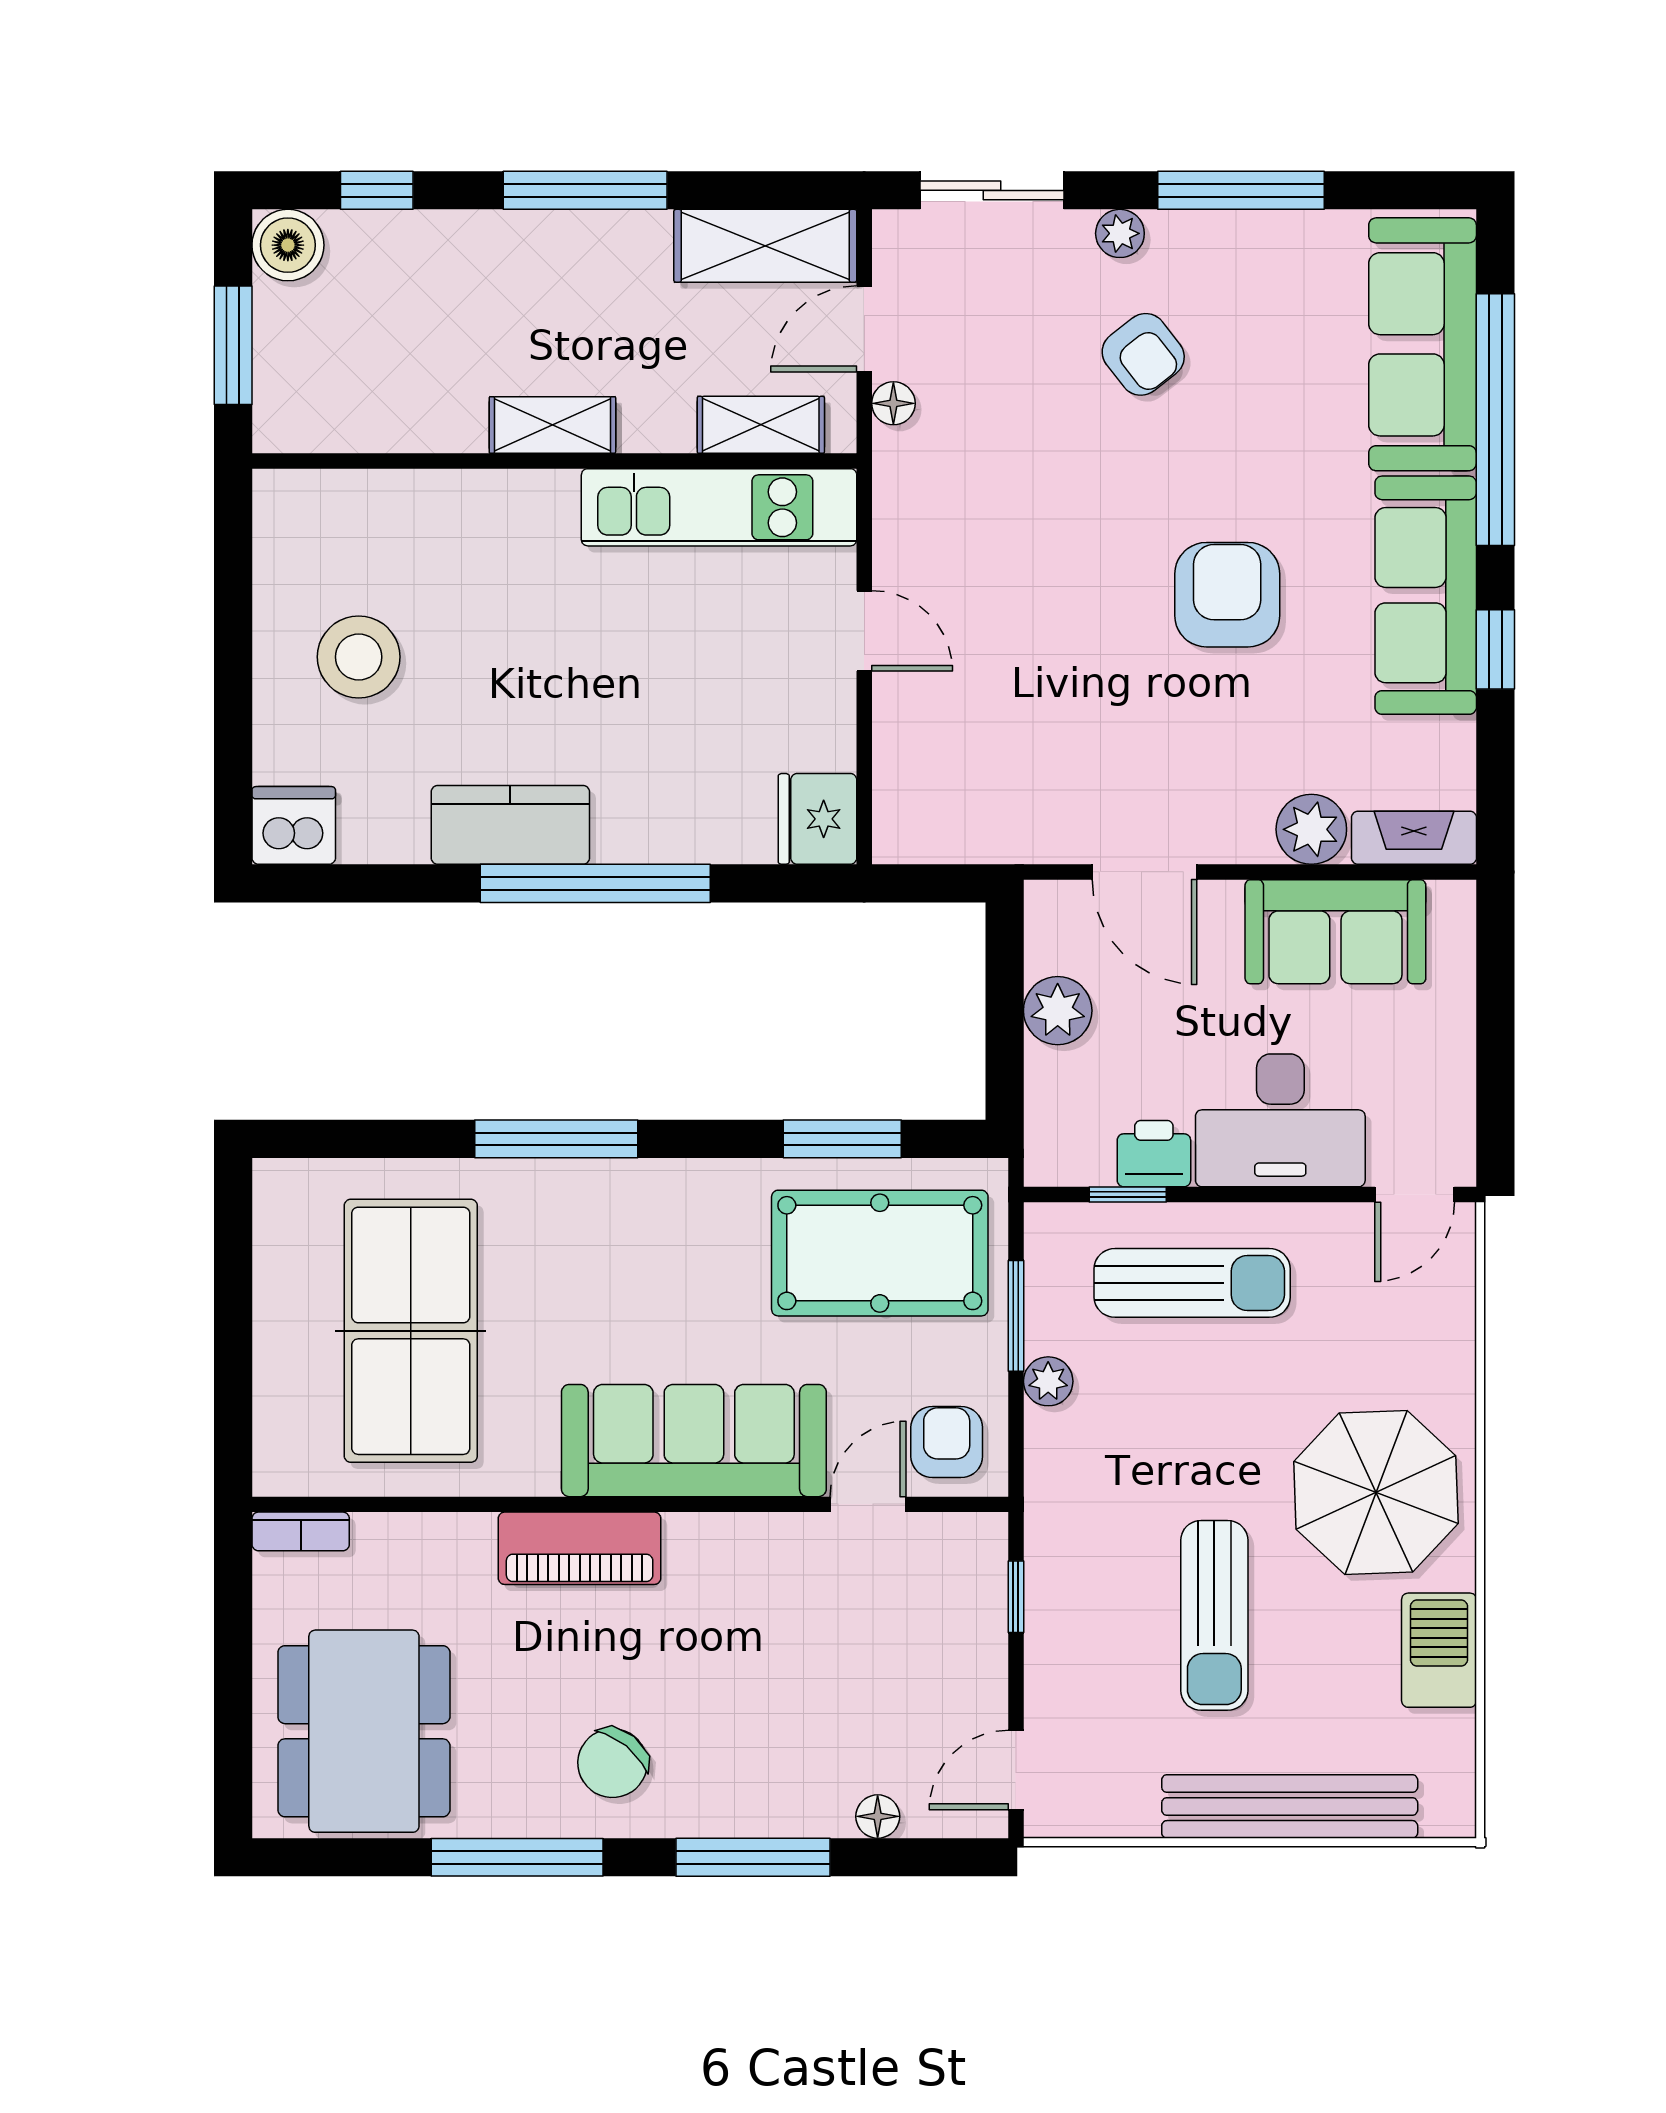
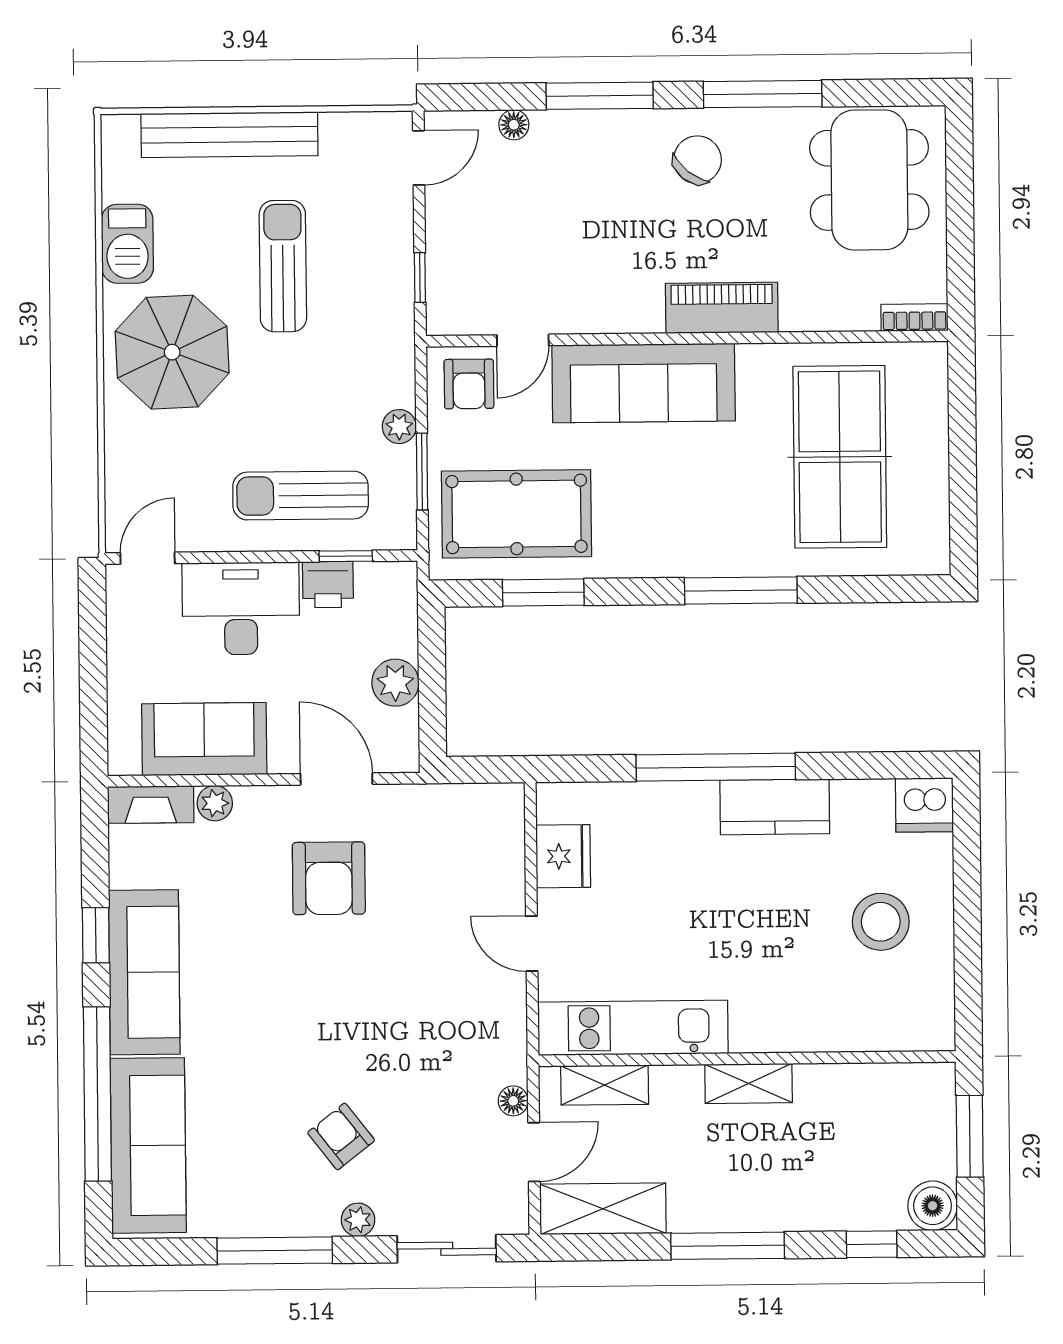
armchair: (1227, 595) -> (329, 878), moved
fridge: (817, 819) -> (563, 856), moved
plant: (1311, 829) -> (215, 803), width x0.73, depth x0.73

